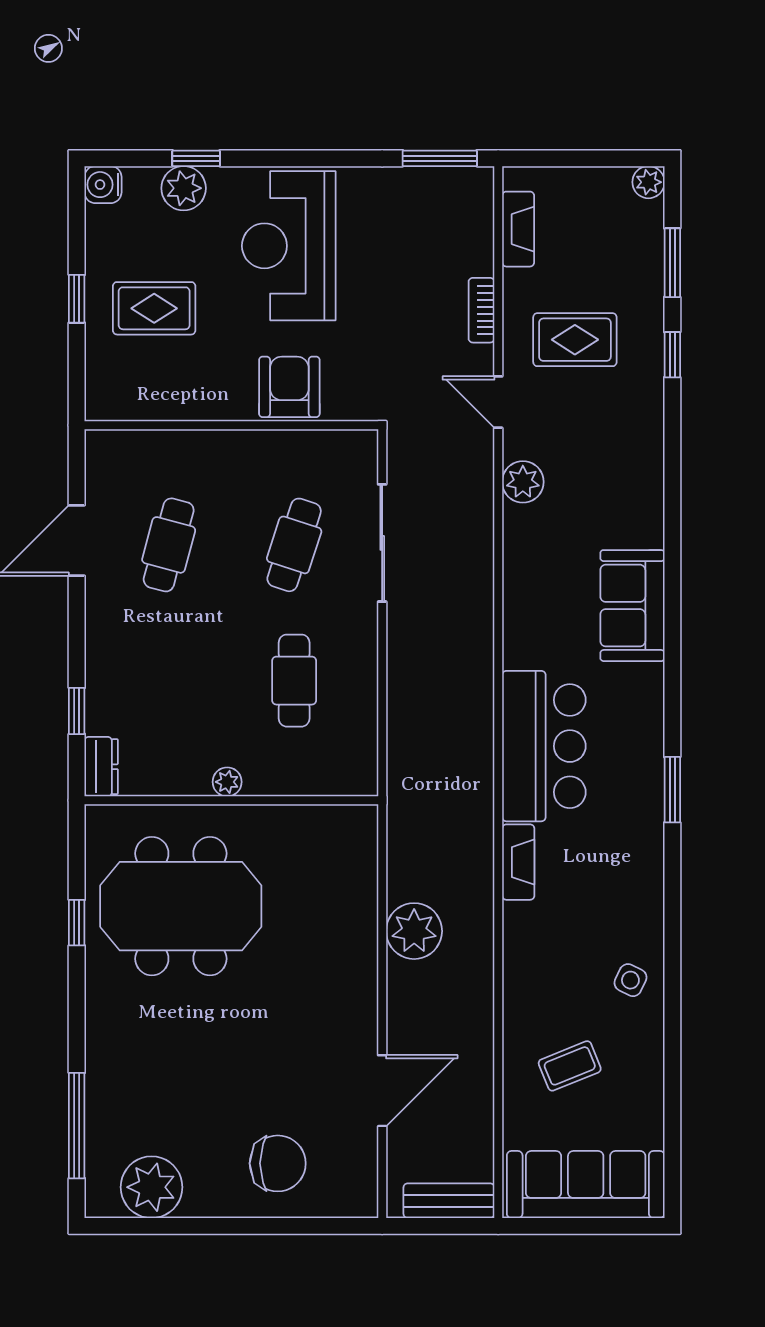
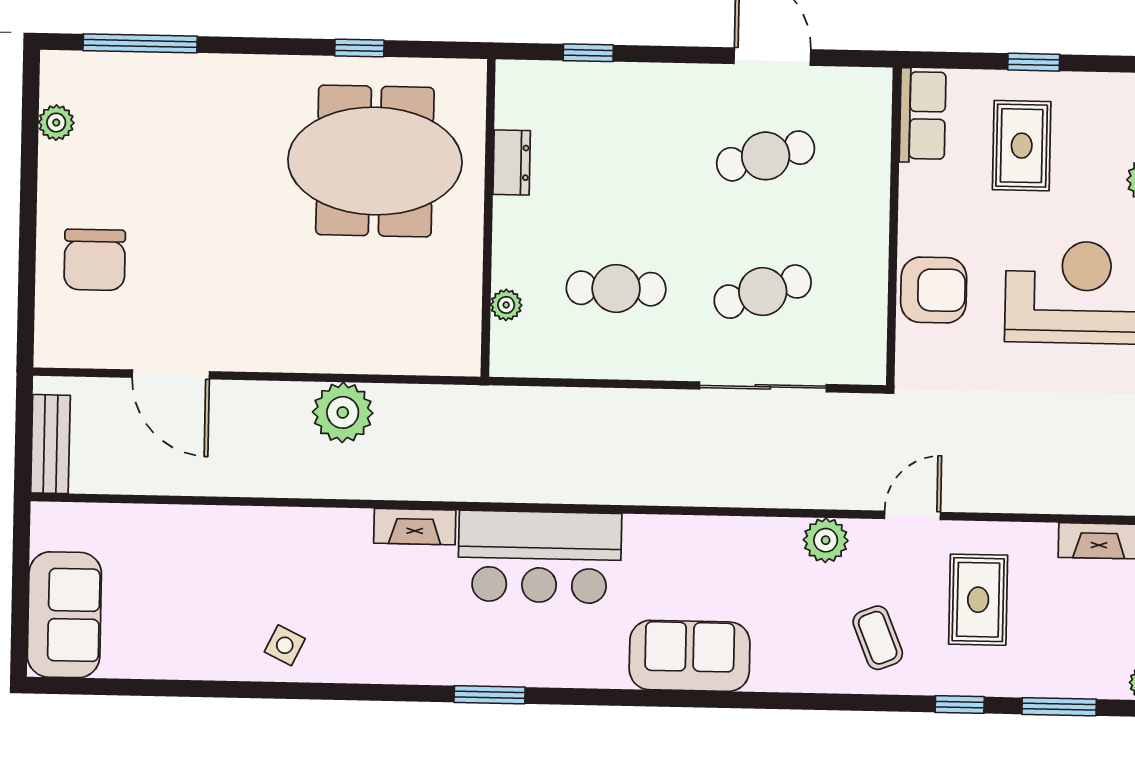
bookcase: (481, 310) -> (1012, 499), removed
row of seats: (128, 400) -> (923, 115), added
cafe table: (169, 545) -> (766, 156), turned -30
cafe table: (294, 545) -> (763, 292), turned -36
dresser: (101, 767) -> (512, 163), moved, turned -90
plant: (227, 782) -> (506, 305), moved
meeting table: (181, 906) -> (375, 161), turned 90
coffee table: (570, 1066) -> (878, 638), moved
sofa: (586, 1185) -> (64, 615), width x0.73
plant: (152, 1187) -> (56, 123), width x0.53, depth x0.53

